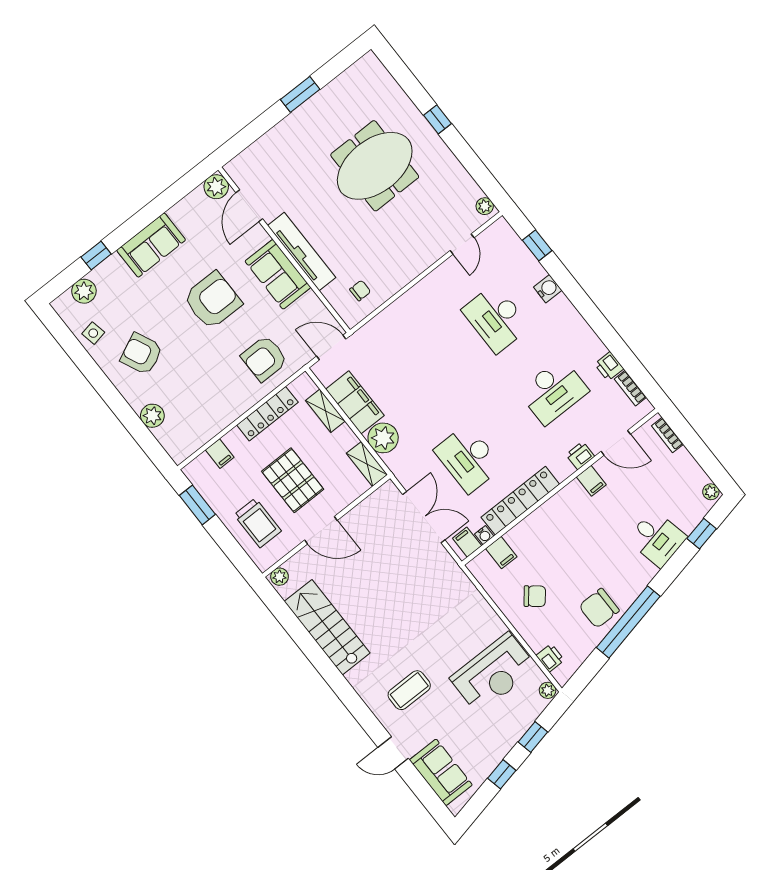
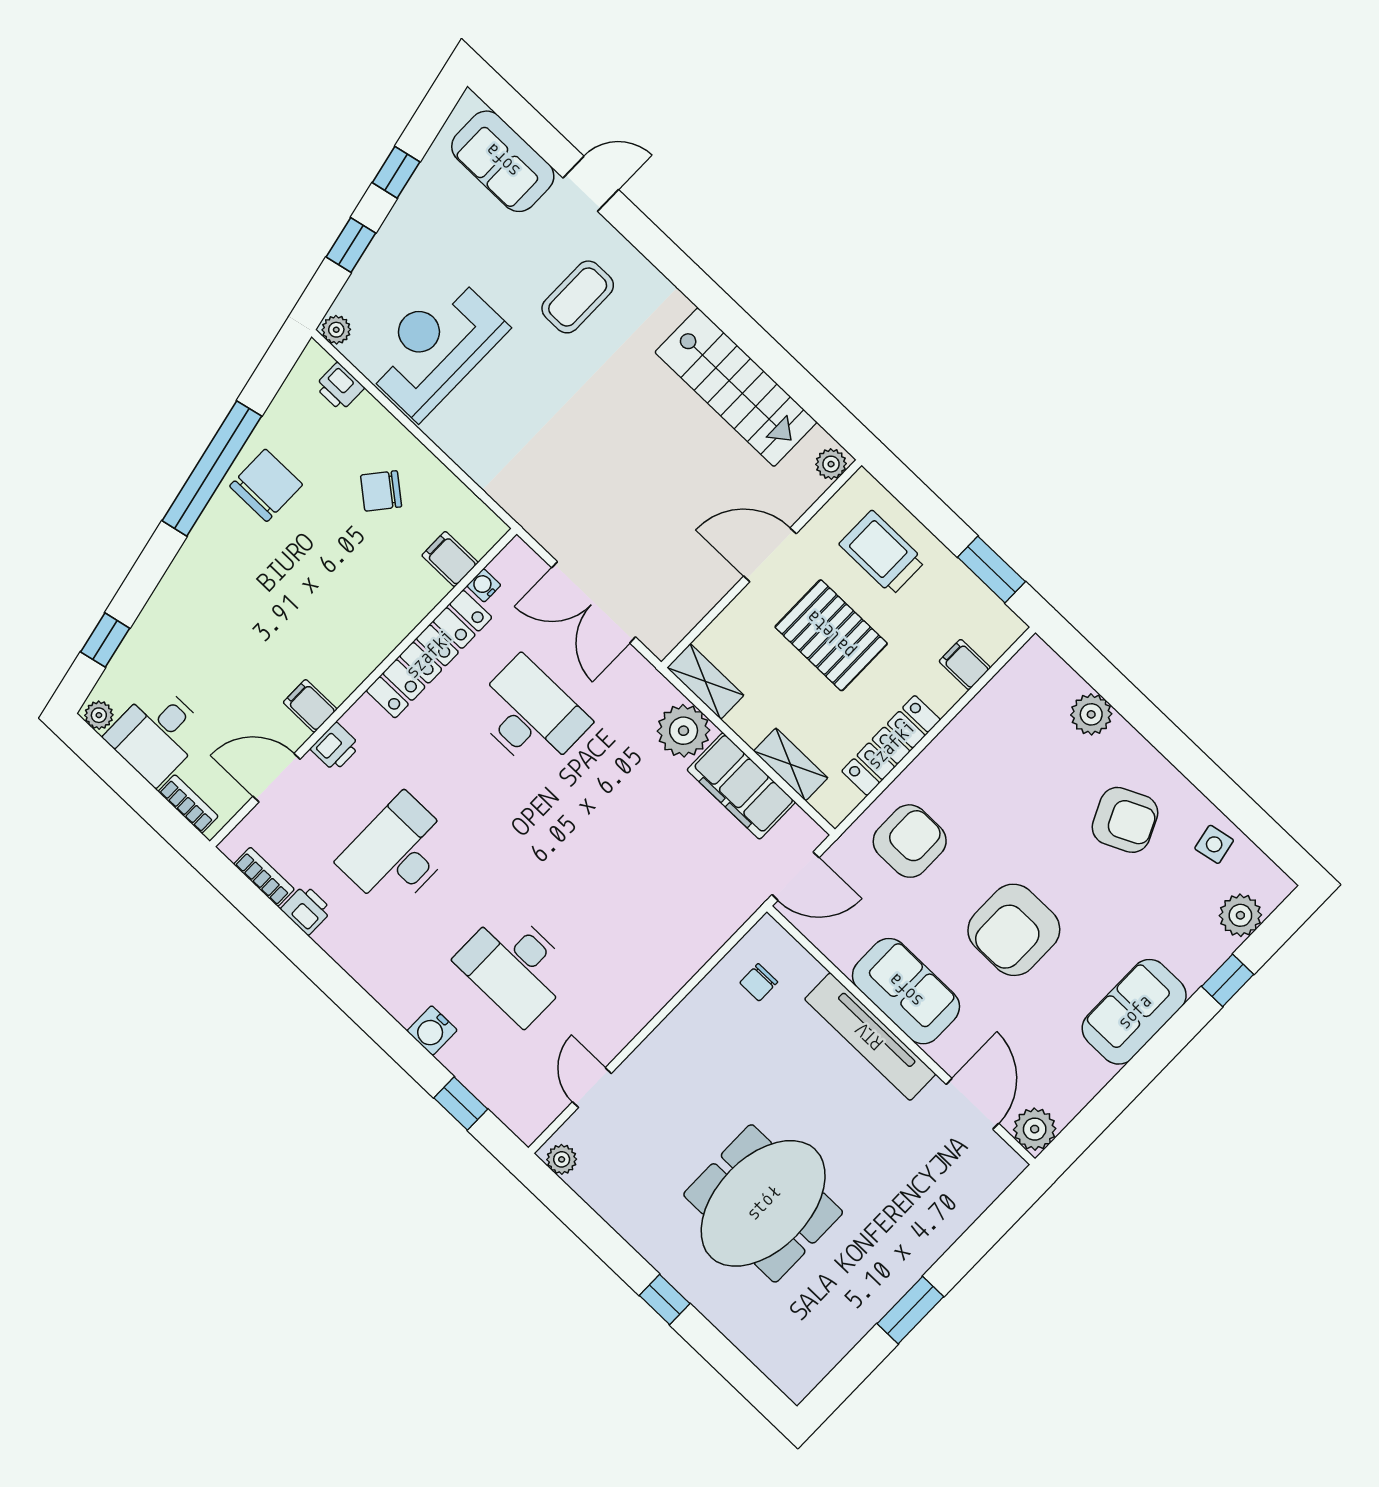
desk: (496, 318) -> (515, 966), turned 180
desk: (657, 538) -> (157, 734), moved, turned -78
filing cabinet: (467, 542) -> (512, 569), removed

